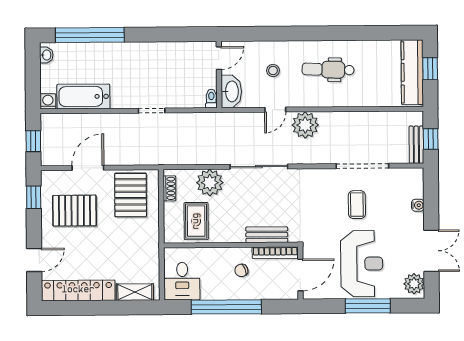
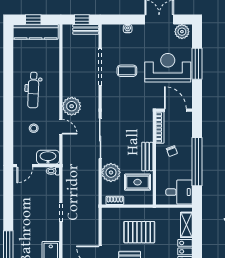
door: (219, 58) -> (25, 166), swing flipped
pallet: (131, 195) -> (139, 232), moved
bench: (267, 235) -> (147, 157), moved

